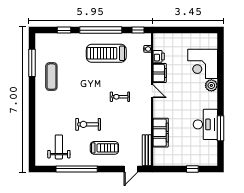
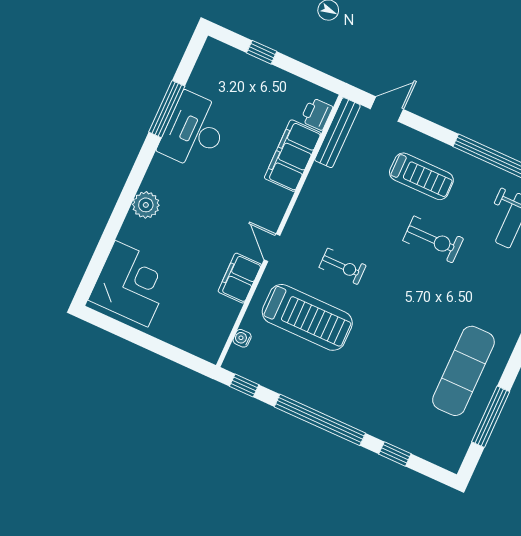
treadmill: (106, 53) -> (307, 317), moved
printer: (159, 56) -> (317, 114), moved
corner desk: (203, 64) -> (131, 284), moved
exercise mat: (51, 77) -> (463, 371), width x1.36, depth x1.45
treadmill: (104, 148) -> (421, 176), turned 180

